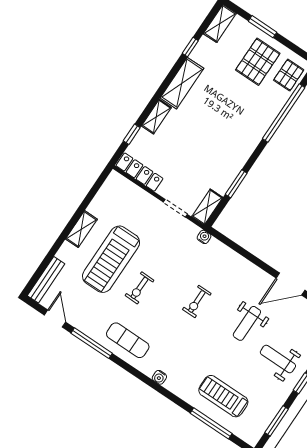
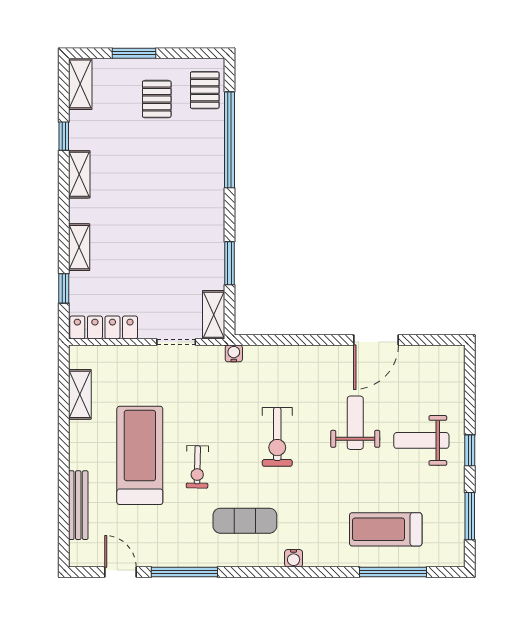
pallet: (258, 62) -> (157, 99), width x0.67, depth x0.71
shelving: (182, 83) -> (79, 174), width x0.67, depth x0.75
shelving: (81, 229) -> (80, 394), moved
treadmill: (111, 259) -> (140, 455), turned 180
bench: (46, 280) -> (78, 505), moved
exercise bike: (197, 301) -> (277, 437), width x1.38, depth x1.39
weight bench: (247, 323) -> (355, 423), turned 180
exercise mat: (128, 340) -> (245, 521), moved

